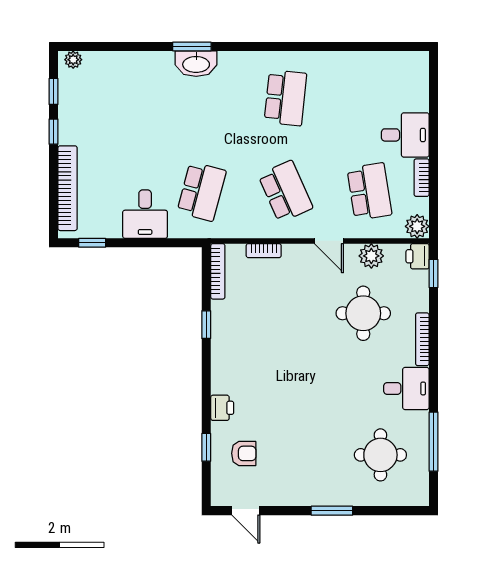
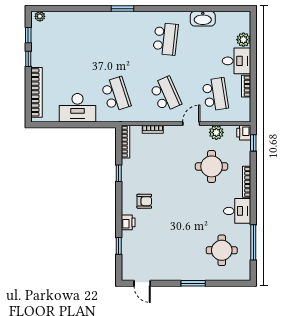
window: (192, 47) -> (122, 9), moved
washbasin: (196, 64) -> (203, 19), moved
school desk: (202, 191) -> (116, 94), turned -33
desk: (145, 214) -> (77, 108), width x1.37
plant: (417, 226) -> (243, 40), moved
door: (329, 241) -> (191, 124), swing flipped
window: (92, 243) -> (51, 125), removed
armchair: (244, 453) -> (144, 201), moved

